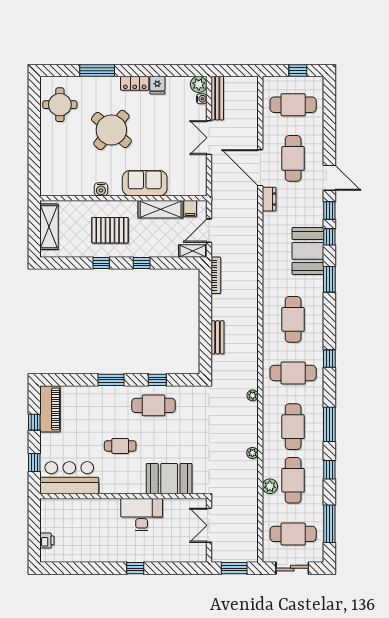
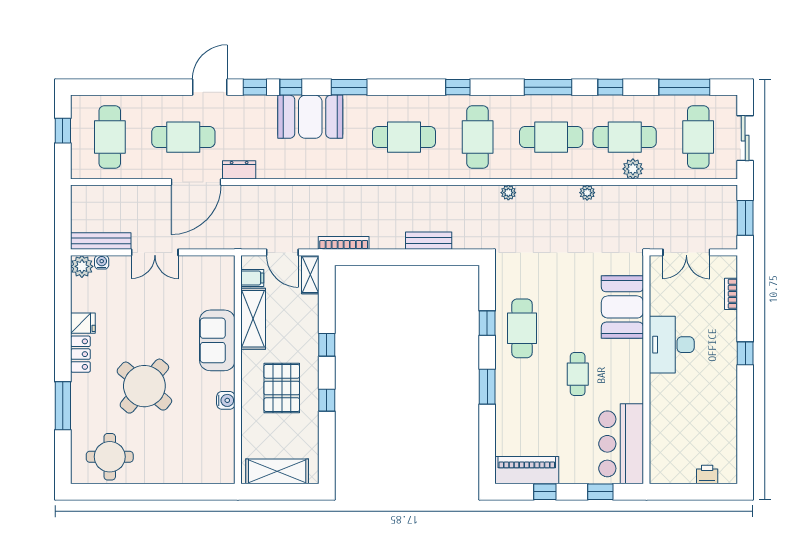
bookcase: (179, 558) -> (731, 294), added

